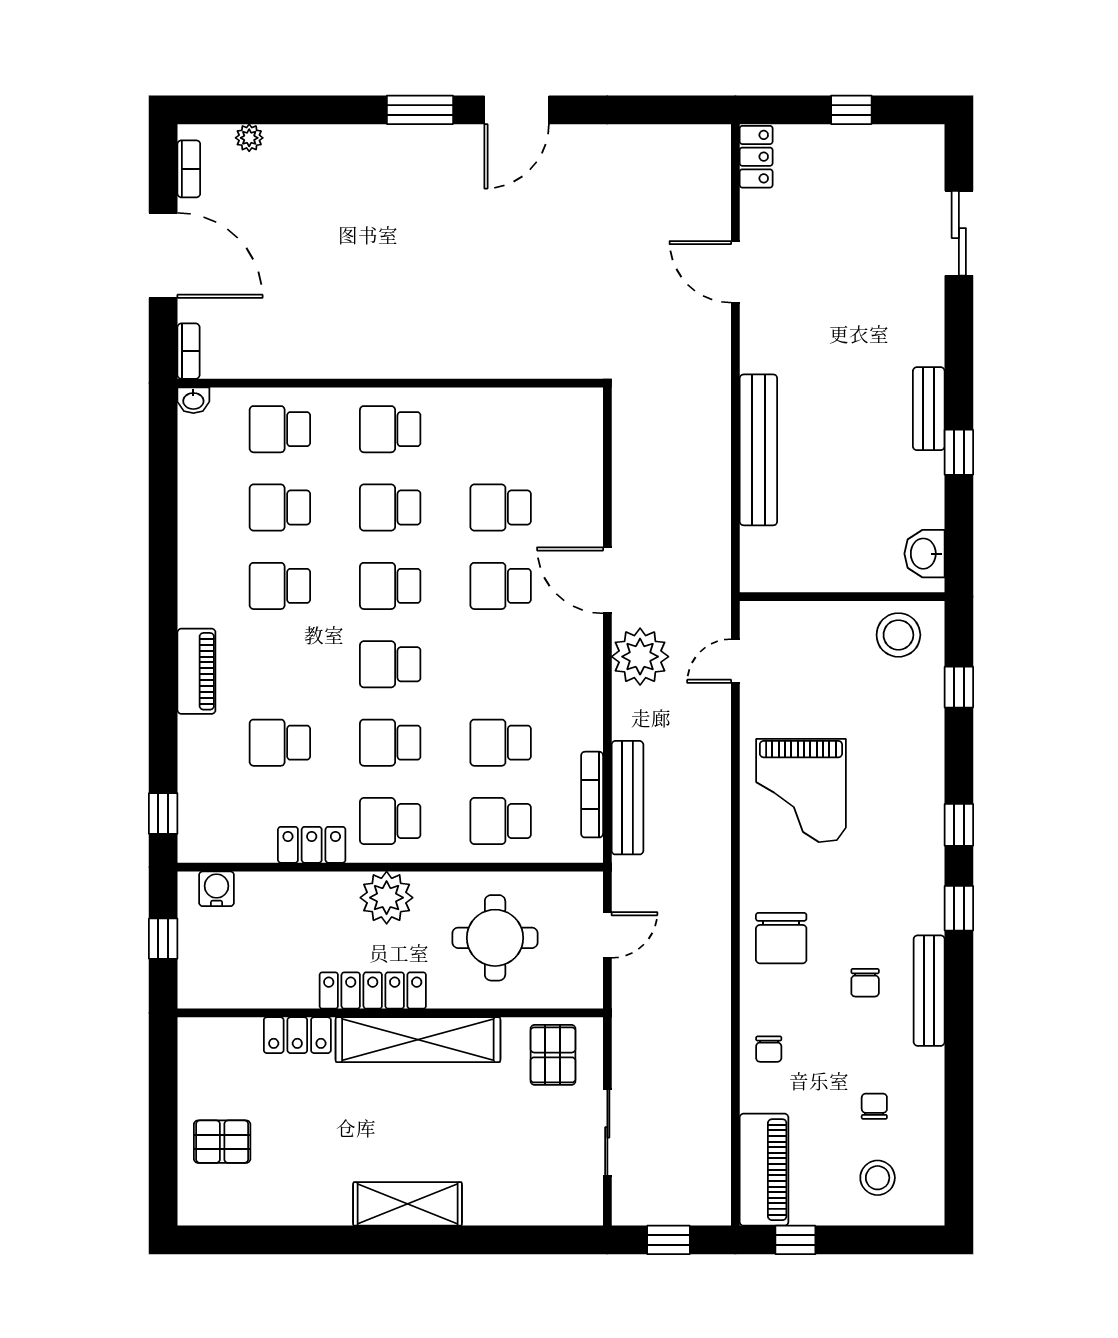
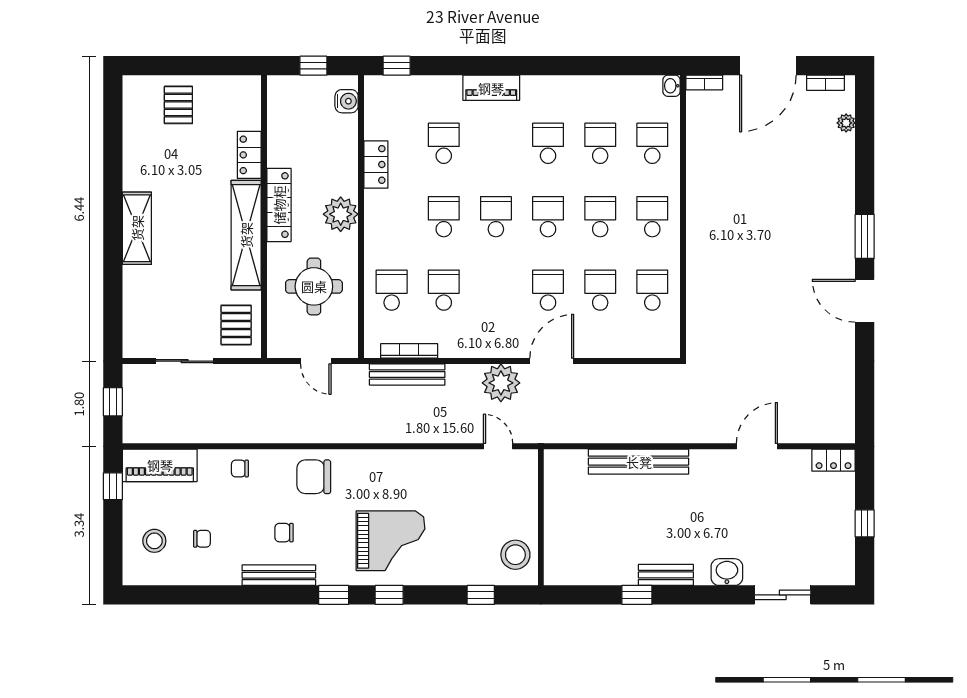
washbasin: (924, 554) -> (727, 572), moved
grand piano: (801, 790) -> (391, 541), moved, turned 180
school desk: (390, 821) -> (652, 290), moved
pallet: (553, 1055) -> (236, 325), turned 90

